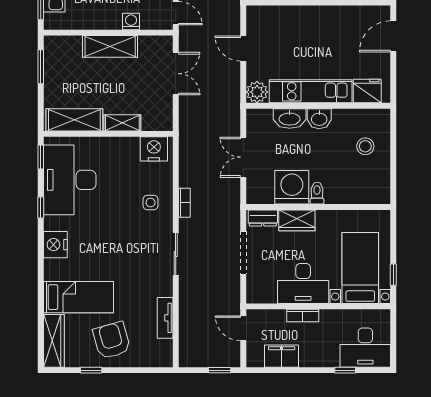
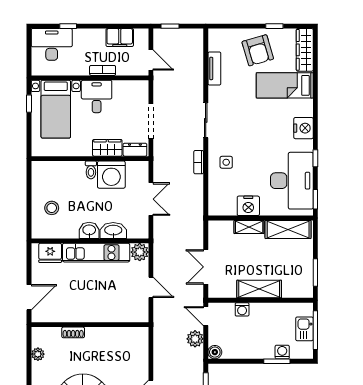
nightstand: (154, 149) -> (248, 206), moved
desk: (303, 284) -> (97, 96), width x0.73

